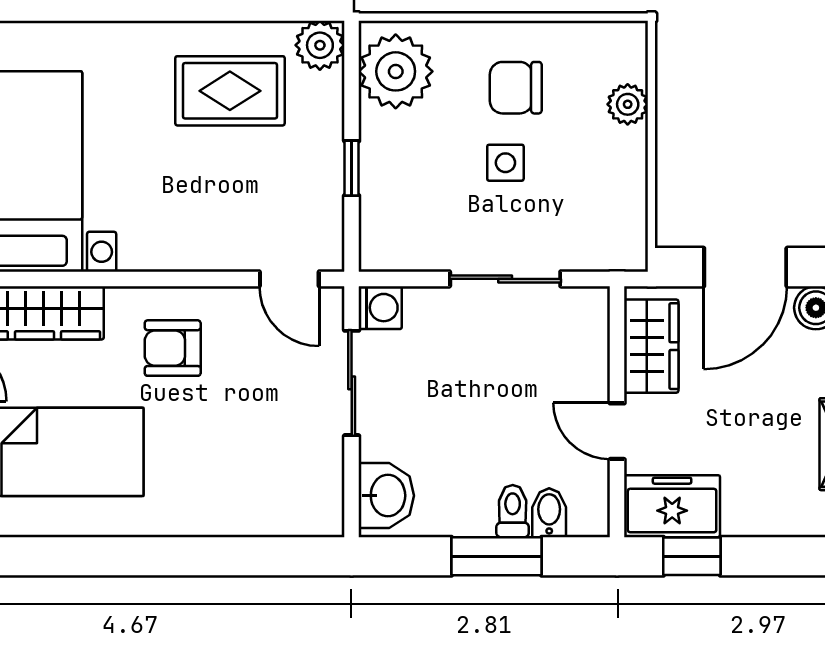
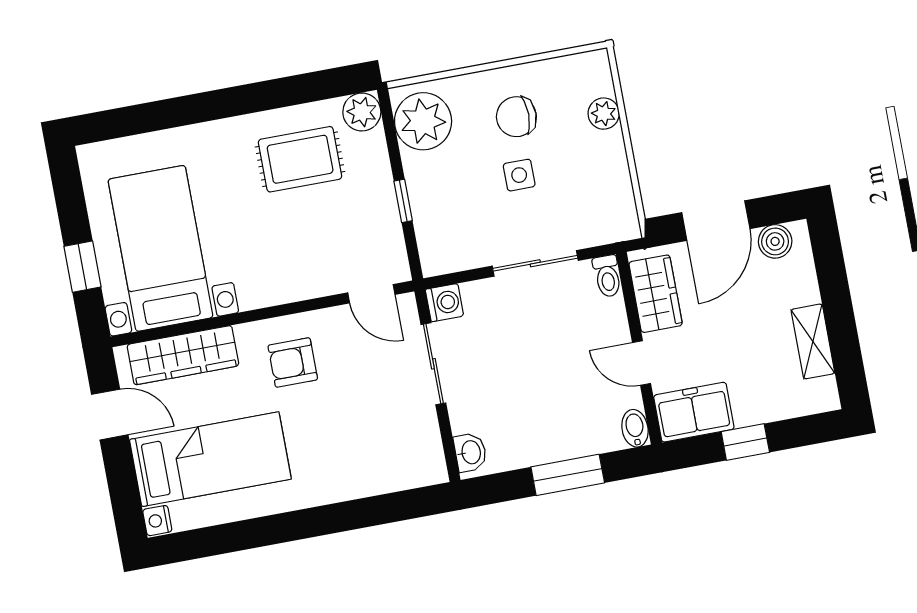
washbasin: (386, 496) -> (470, 452), width x0.72, depth x0.69
toilet: (513, 511) -> (607, 276), moved, turned 180
bidet: (549, 513) -> (635, 428), moved
window: (692, 556) -> (745, 442), moved

